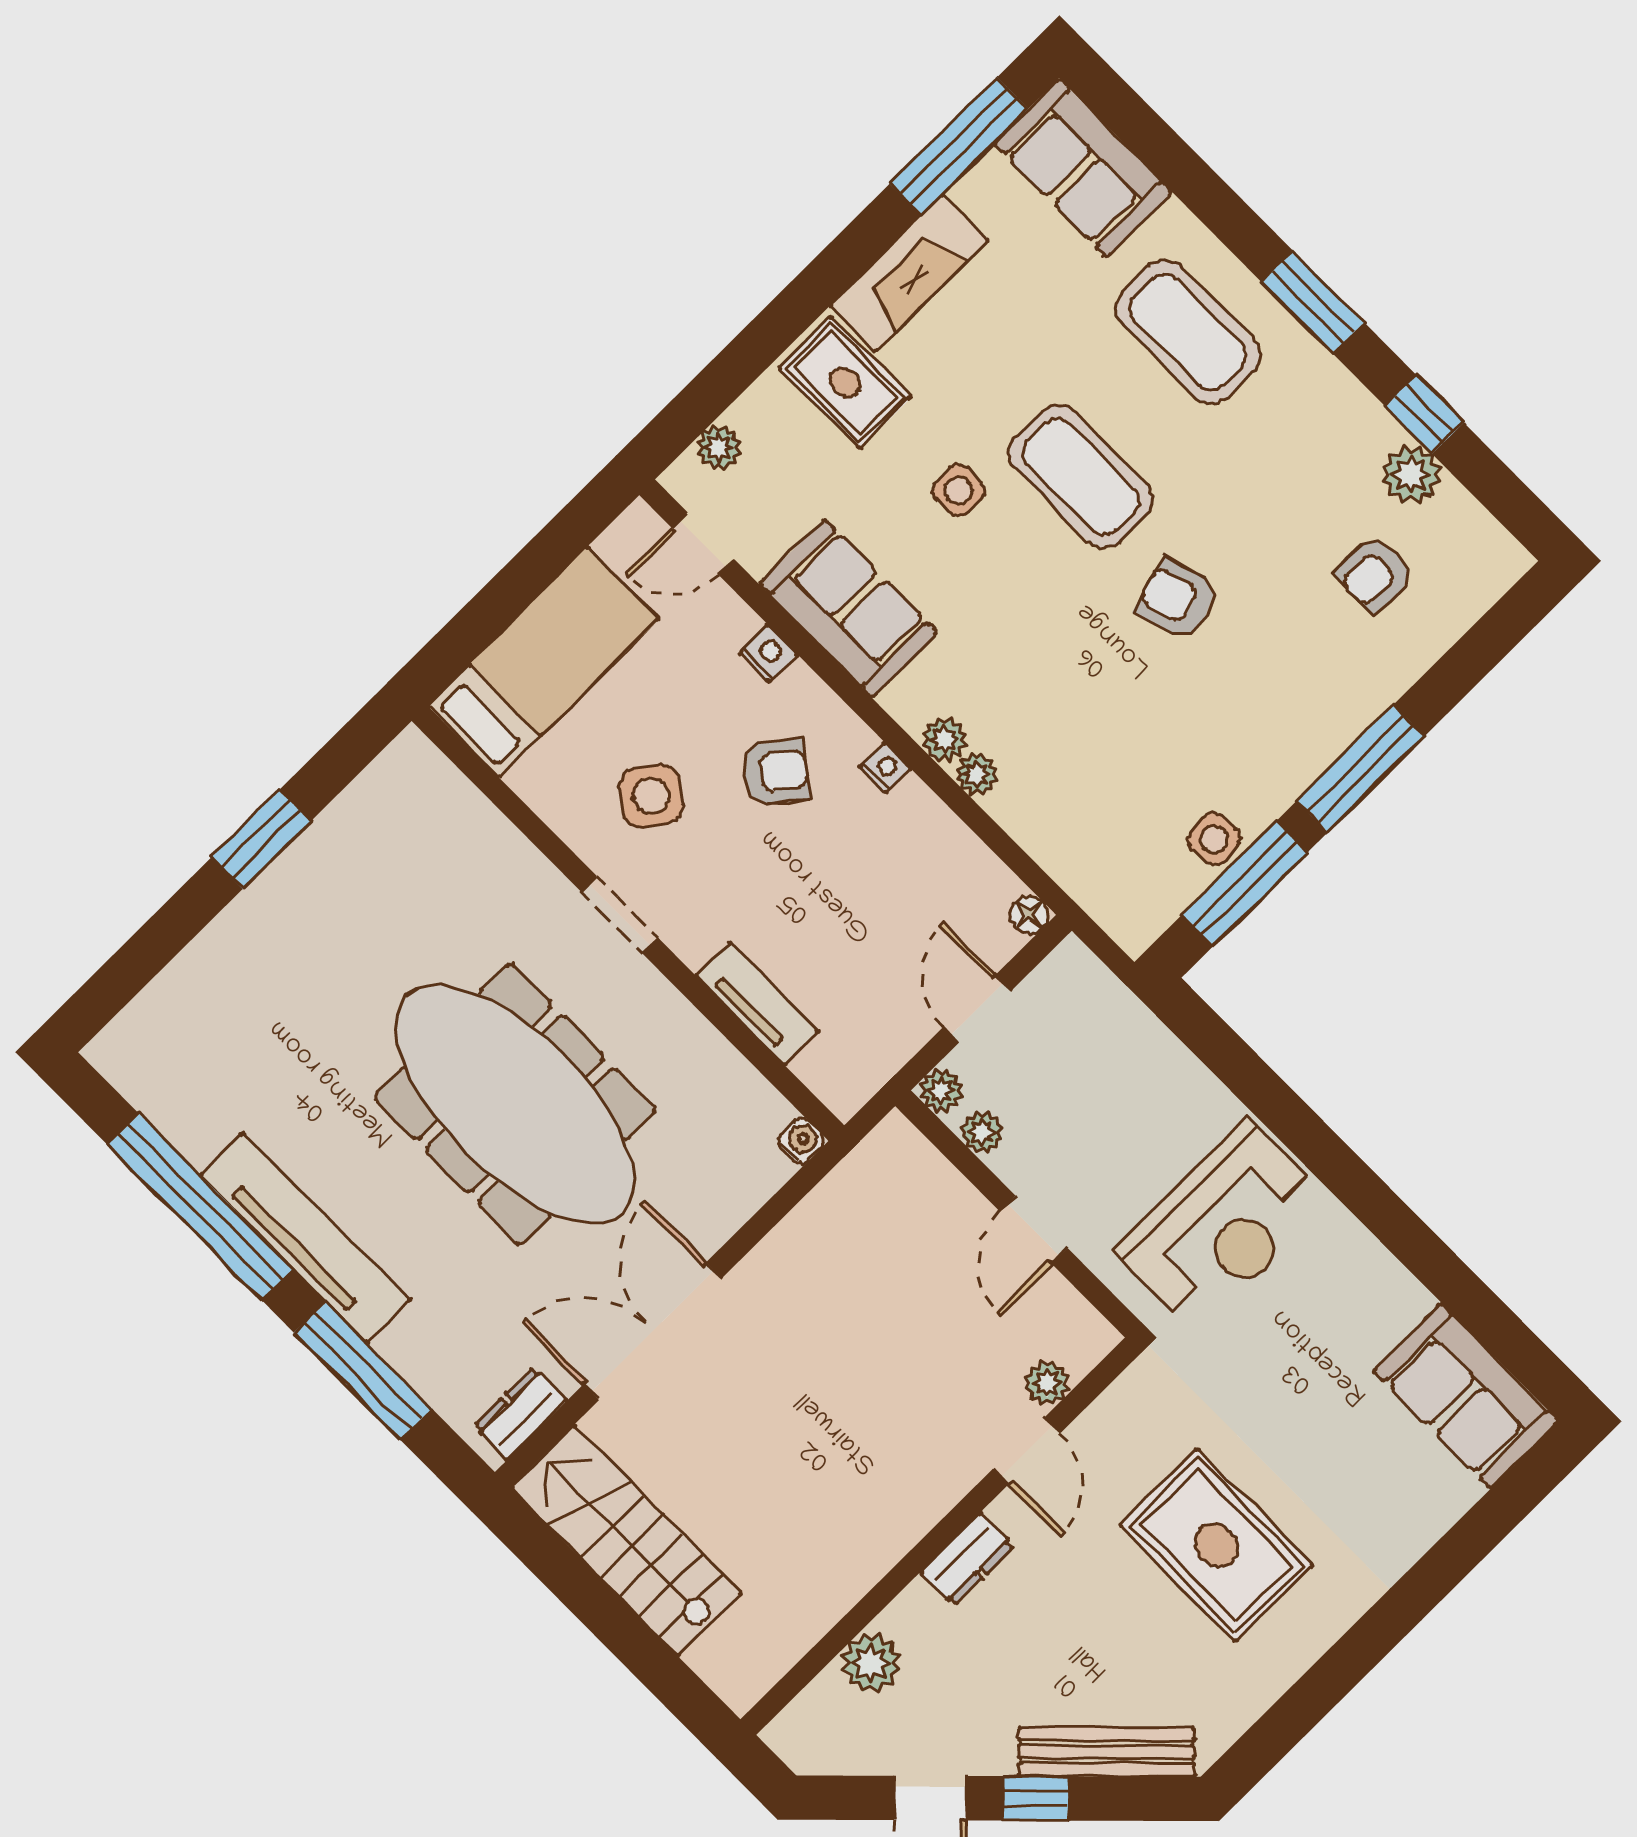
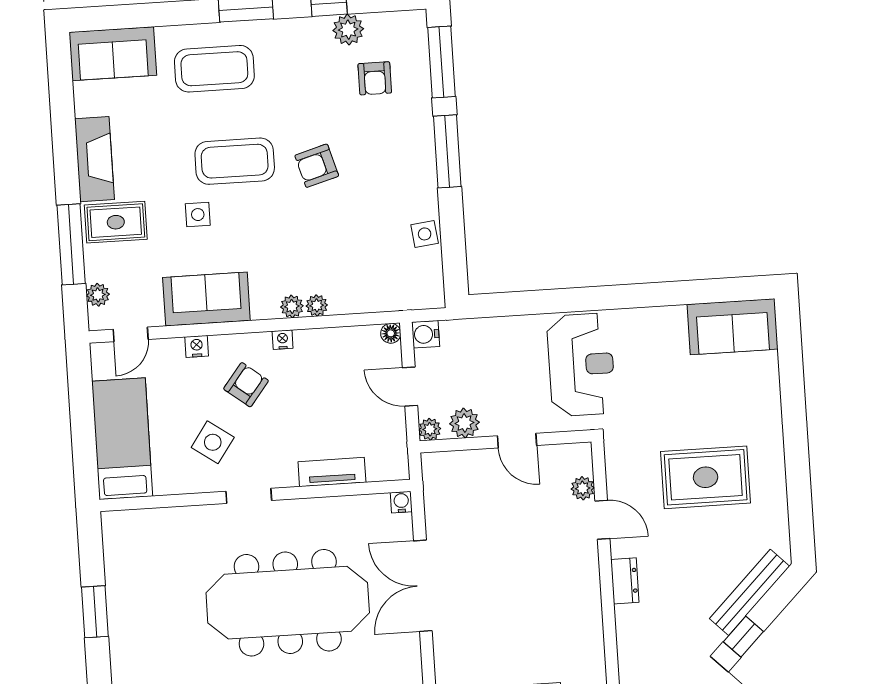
window: (959, 146) -> (71, 244), moved
window: (1245, 884) -> (442, 62), moved
water cooler: (1072, 966) -> (426, 334), added
plant: (982, 1132) -> (464, 423), width x1.38, depth x1.38
double door: (653, 1331) -> (423, 586), moved
plant: (871, 1663) -> (633, 655), removed

